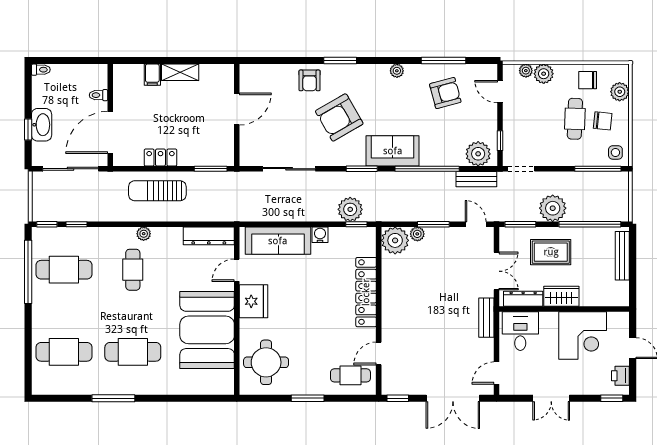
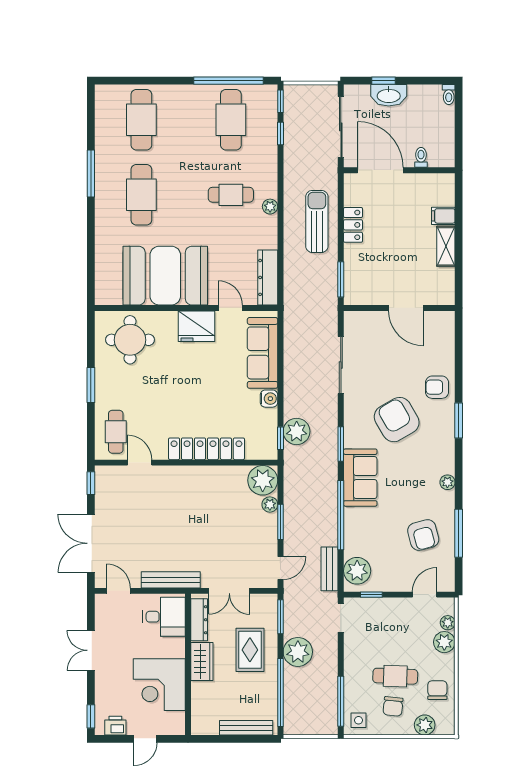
bench: (486, 318) -> (171, 580), width x1.36

